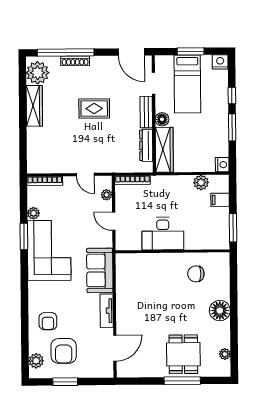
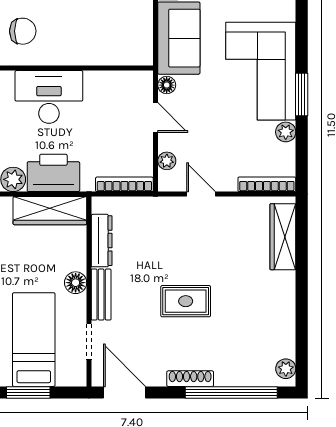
shoe rack: (75, 61) -> (190, 379), moved
plant: (38, 73) -> (286, 369), width x0.53, depth x0.53
wardrobe: (34, 106) -> (283, 237), moved
wardrobe: (164, 150) -> (50, 211), moved, turned -90
printer: (176, 187) -> (53, 173), added
desk: (163, 234) -> (49, 97), moved
floor lamp: (107, 241) -> (167, 85), added

